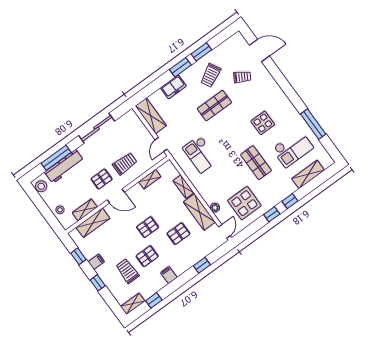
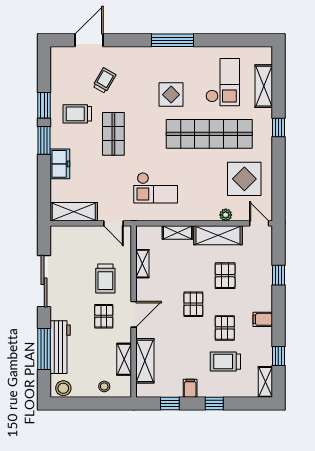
trolley: (211, 75) -> (77, 114), turned 118
window: (313, 124) -> (173, 40), moved
shop shelf: (256, 163) -> (209, 134), width x2.00, depth x1.36
trolley: (125, 164) -> (105, 279), turned 180
window: (272, 214) -> (278, 158), removed

